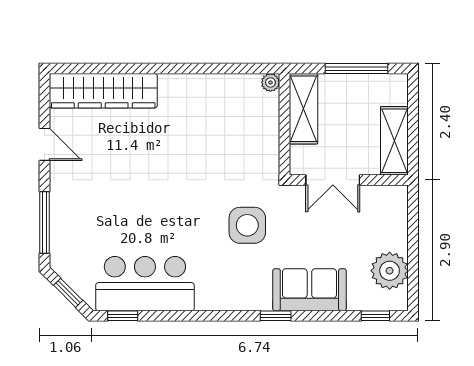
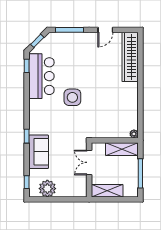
side table: (247, 225) -> (72, 97), moved

